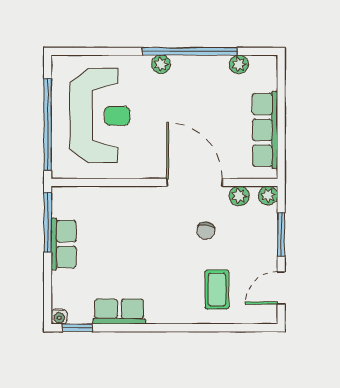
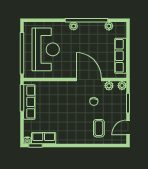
row of seats: (64, 244) -> (29, 102), width x1.48
row of seats: (119, 312) -> (44, 138), moved

